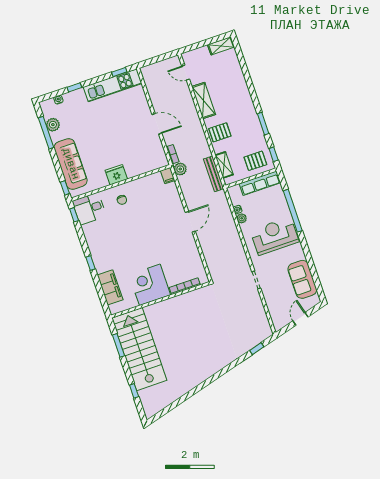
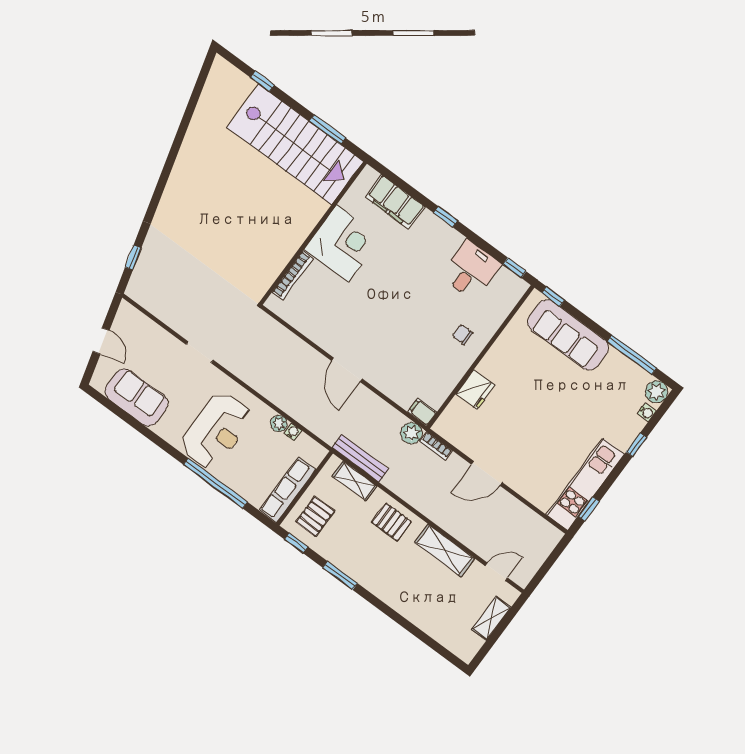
shelving: (221, 46) -> (491, 618), moved
plant: (53, 125) -> (657, 392), moved
pallet: (220, 132) -> (392, 522), turned 90
fridge: (116, 175) -> (475, 390), moved
desk: (89, 209) -> (471, 270), moved

